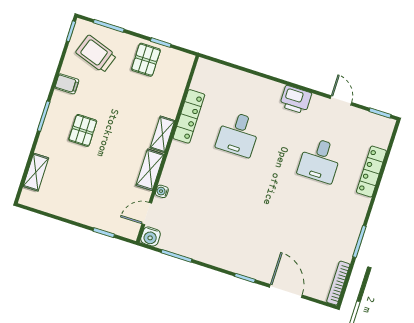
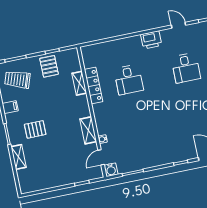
pallet: (83, 130) -> (35, 129), turned 90
shelving: (162, 134) -> (79, 83), moved
shelving: (36, 172) -> (19, 157), moved

